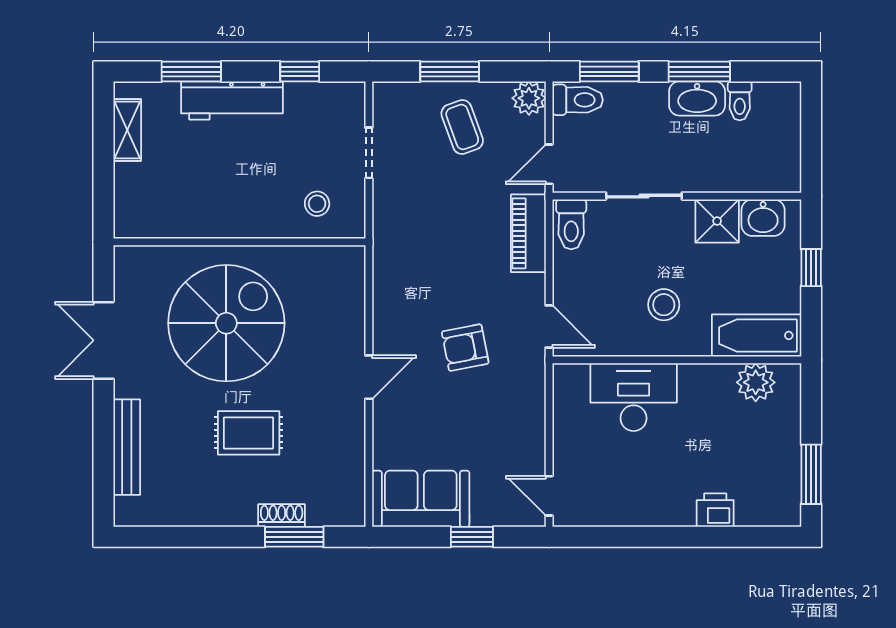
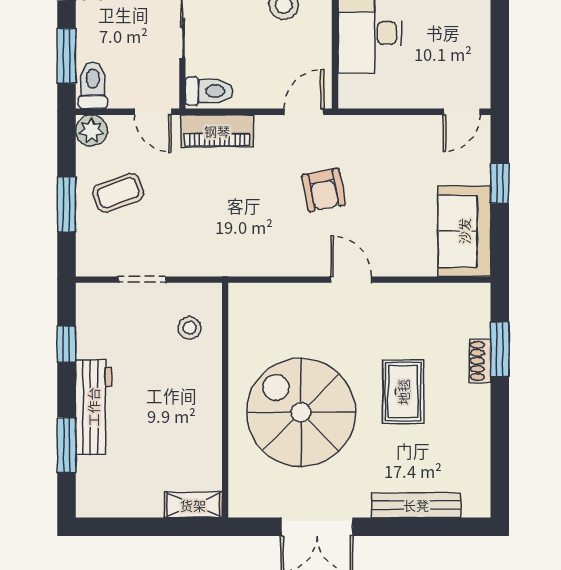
shelving: (127, 130) -> (193, 505), moved

